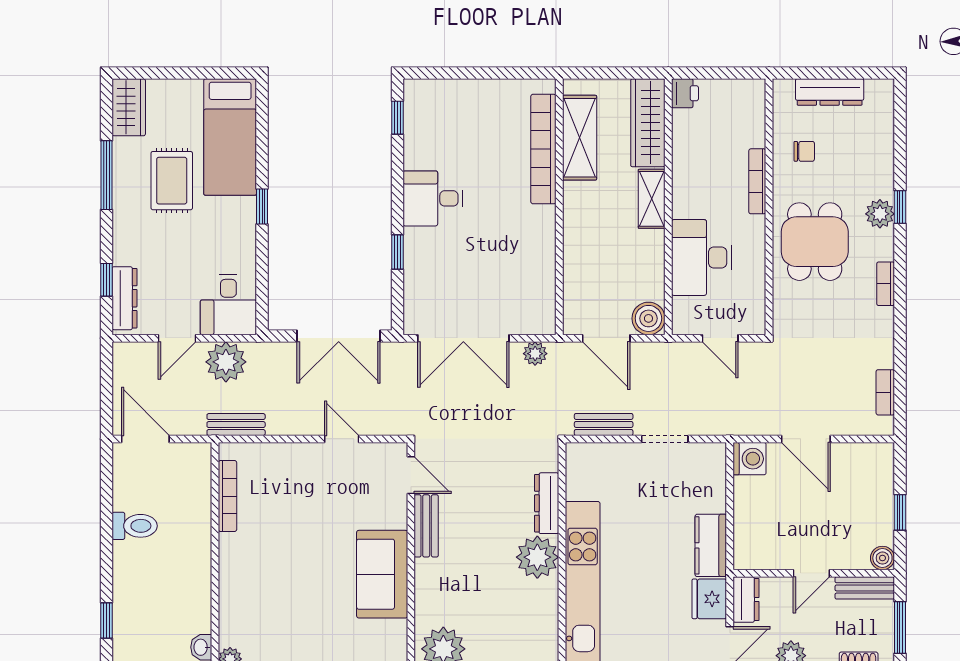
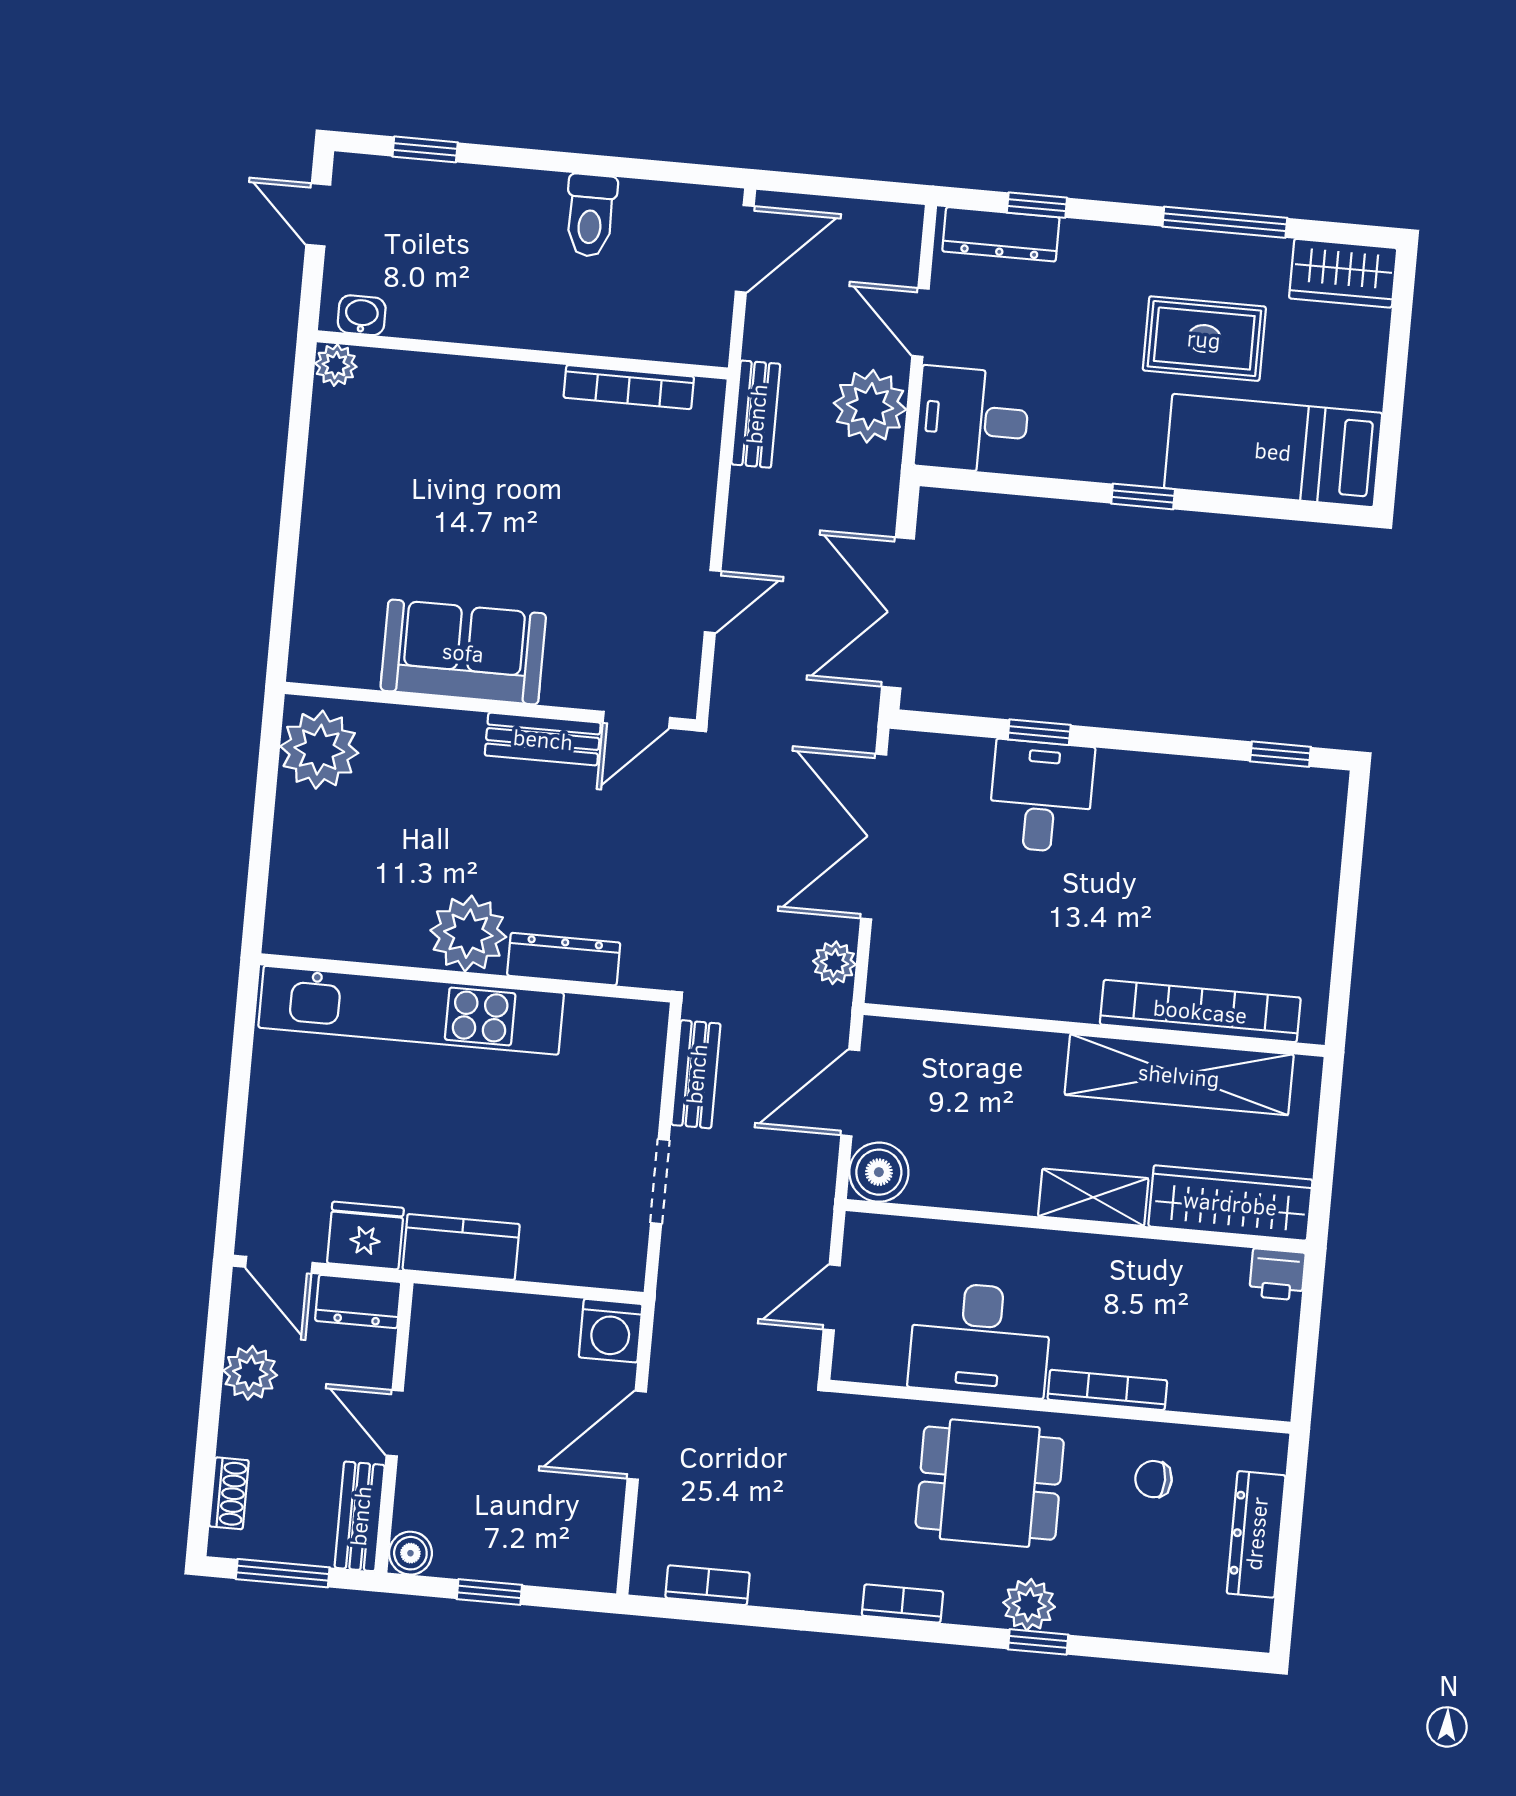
shelving: (580, 138) -> (1179, 1075), width x1.47
chair: (804, 151) -> (1154, 1479), turned 90
desk: (433, 198) -> (1041, 796), moved
desk: (702, 258) -> (980, 1339), moved, turned 180

